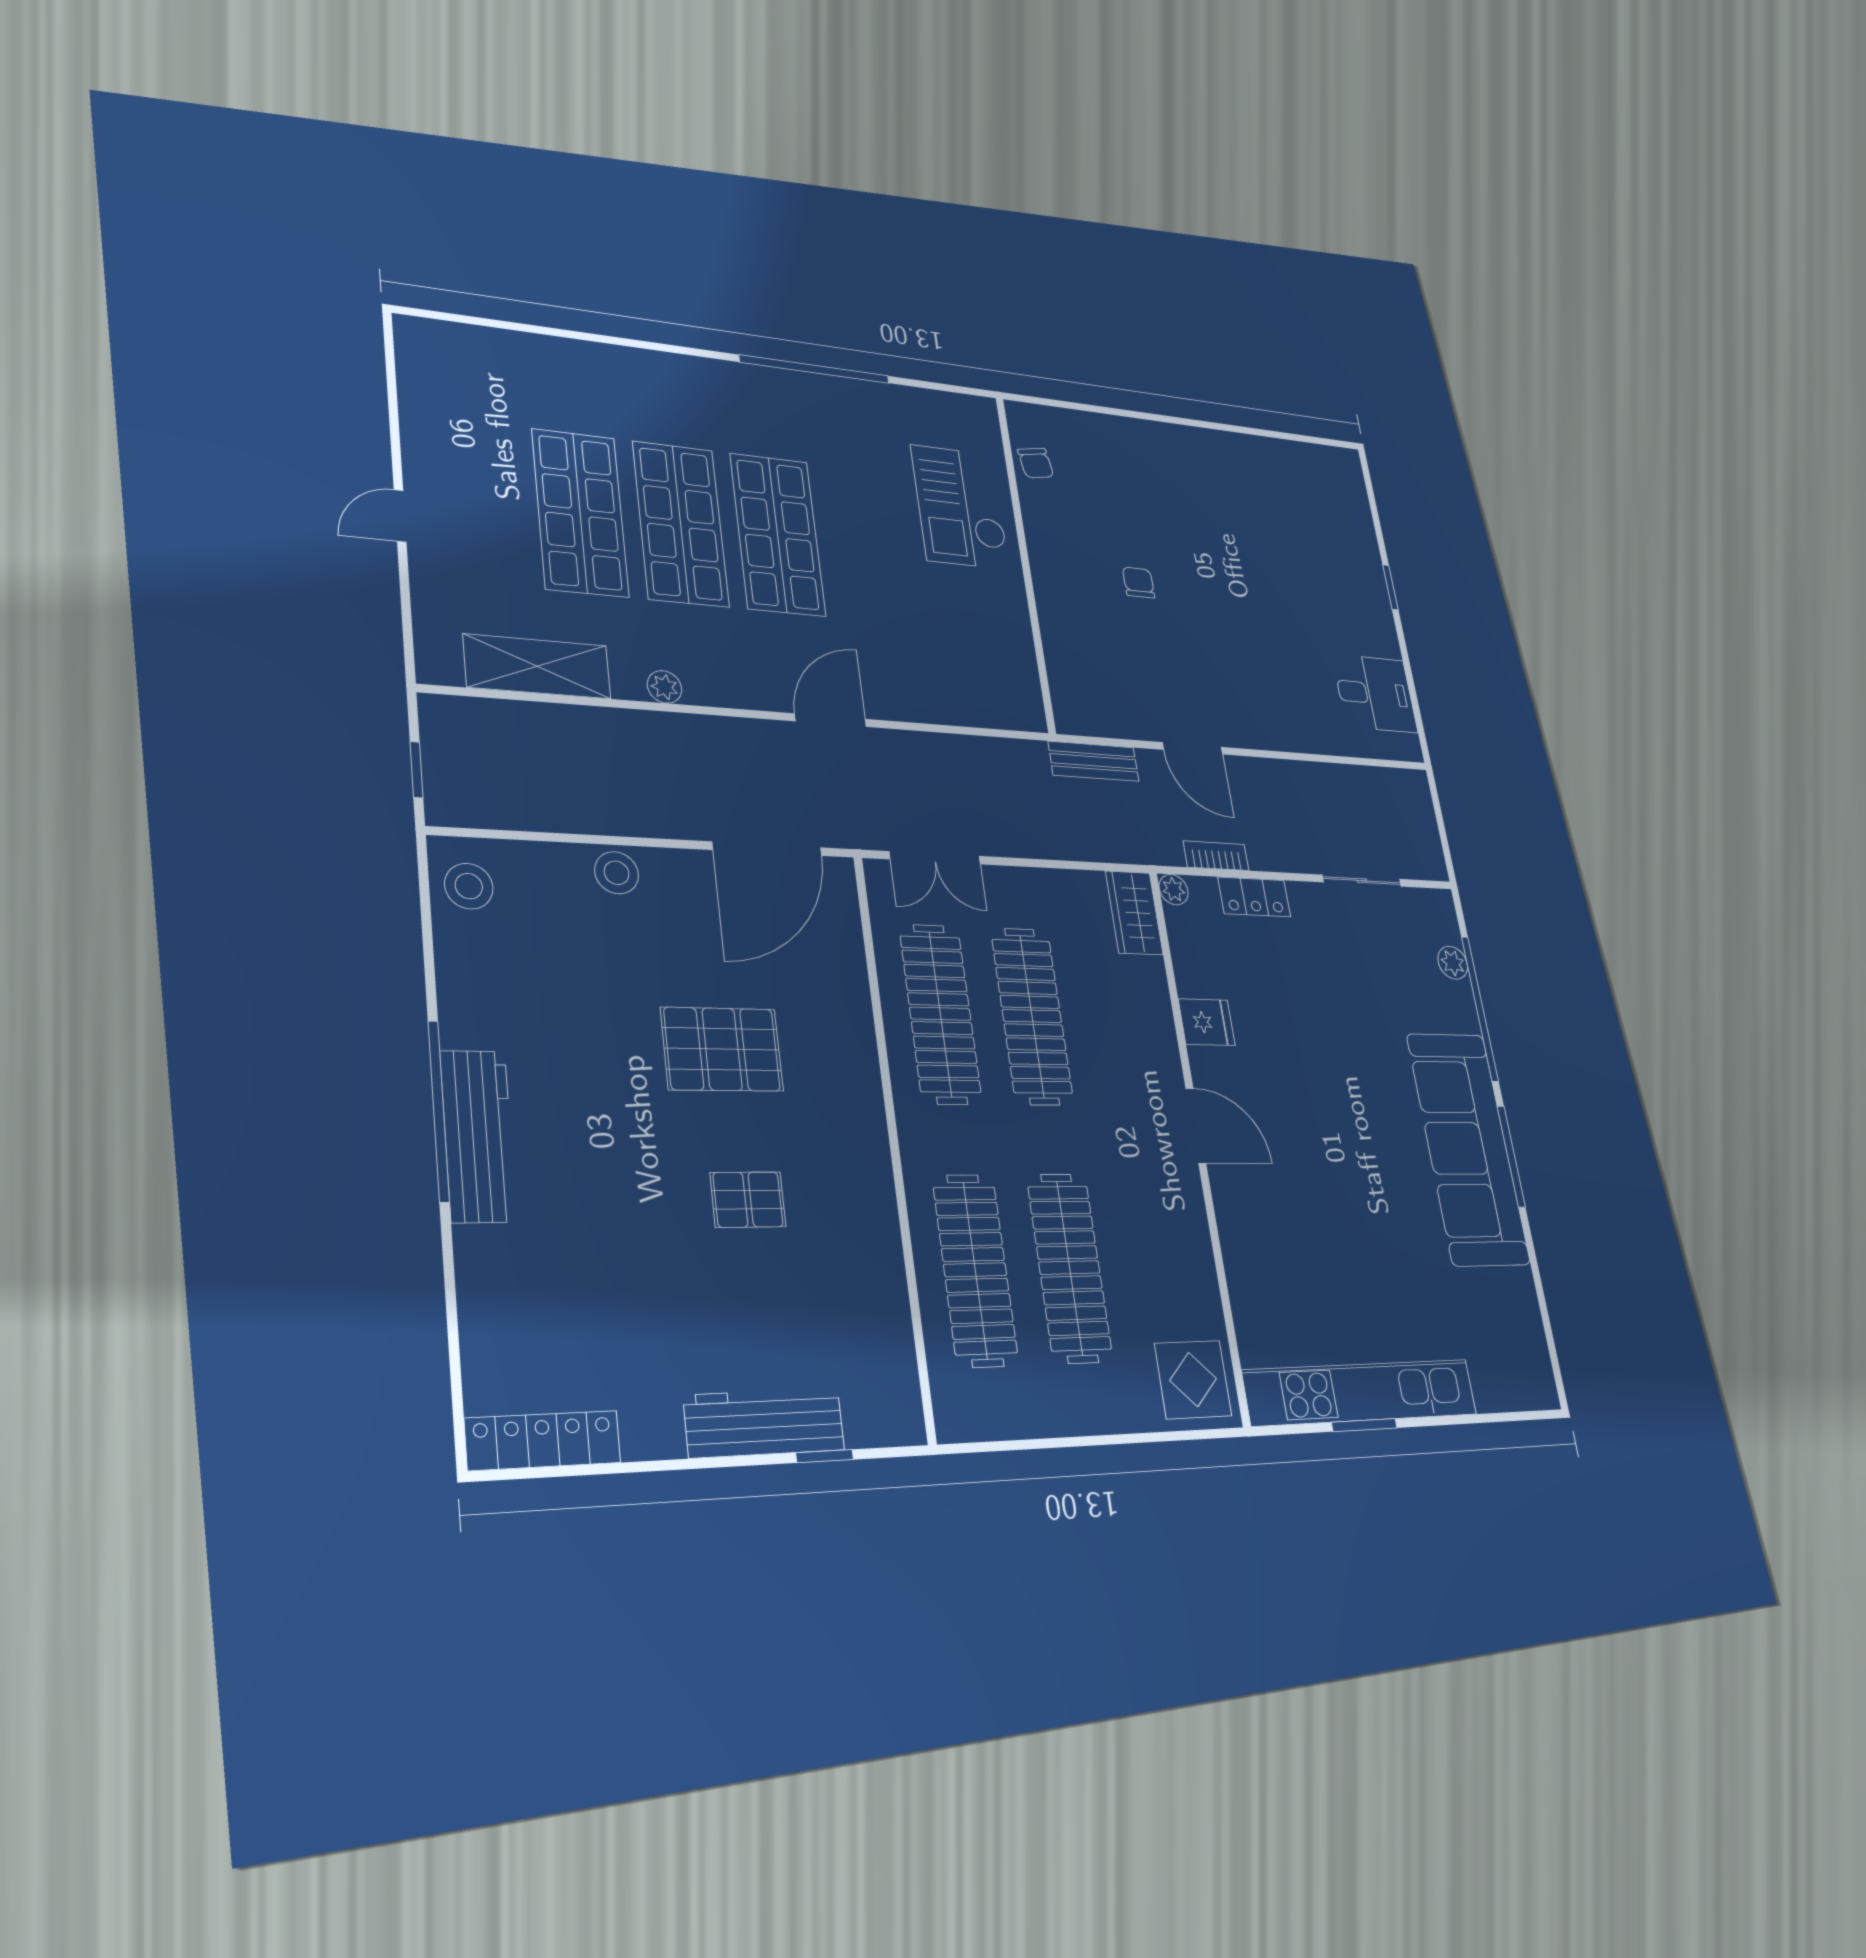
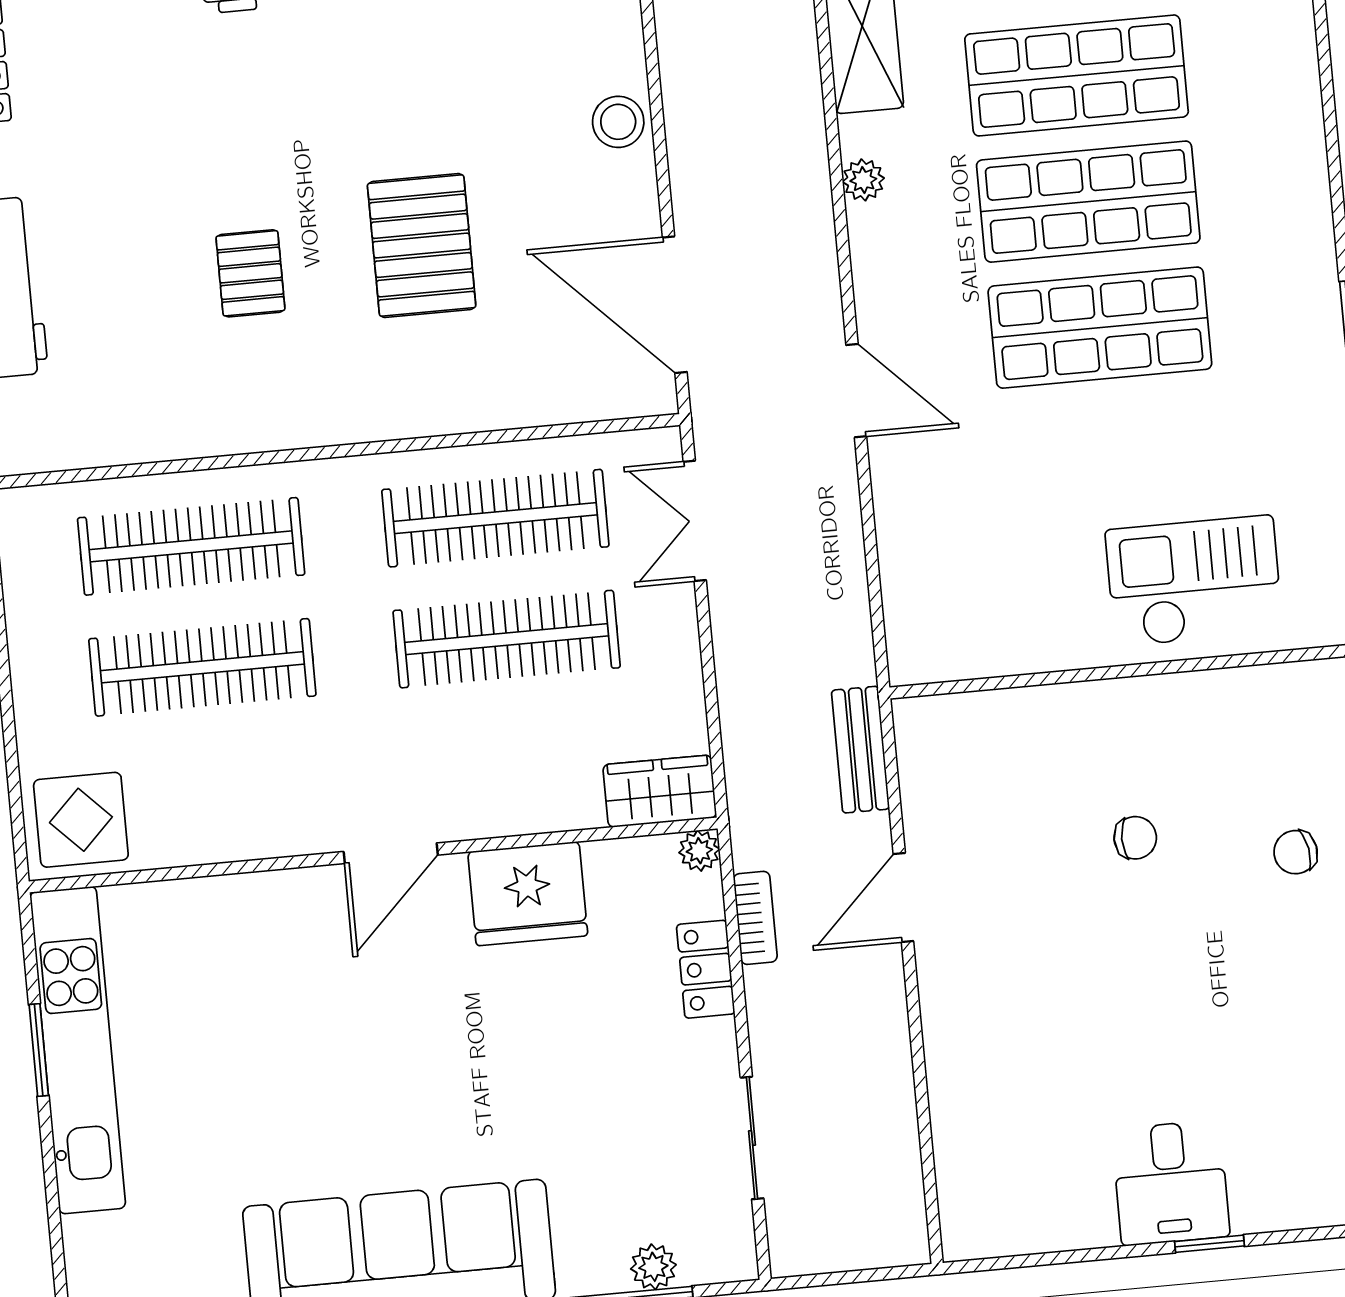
chair: (1036, 463) -> (1296, 852), moved
desk: (1375, 693) -> (1171, 1183), moved
fridge: (1207, 1022) -> (528, 894), width x1.88, depth x1.34

